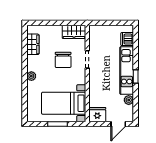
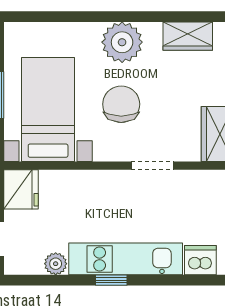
chair: (63, 60) -> (121, 104), moved, turned 90
plant: (31, 76) -> (122, 42), width x1.87, depth x1.87

